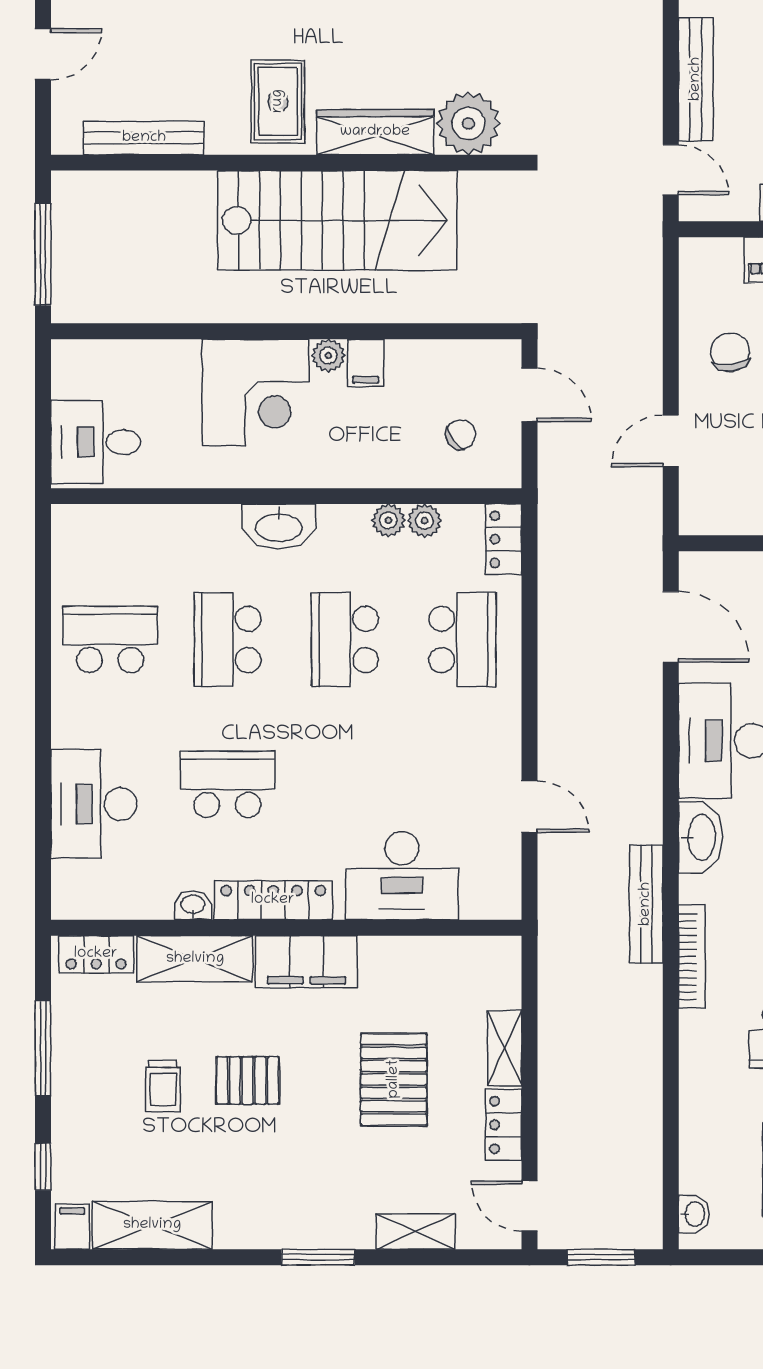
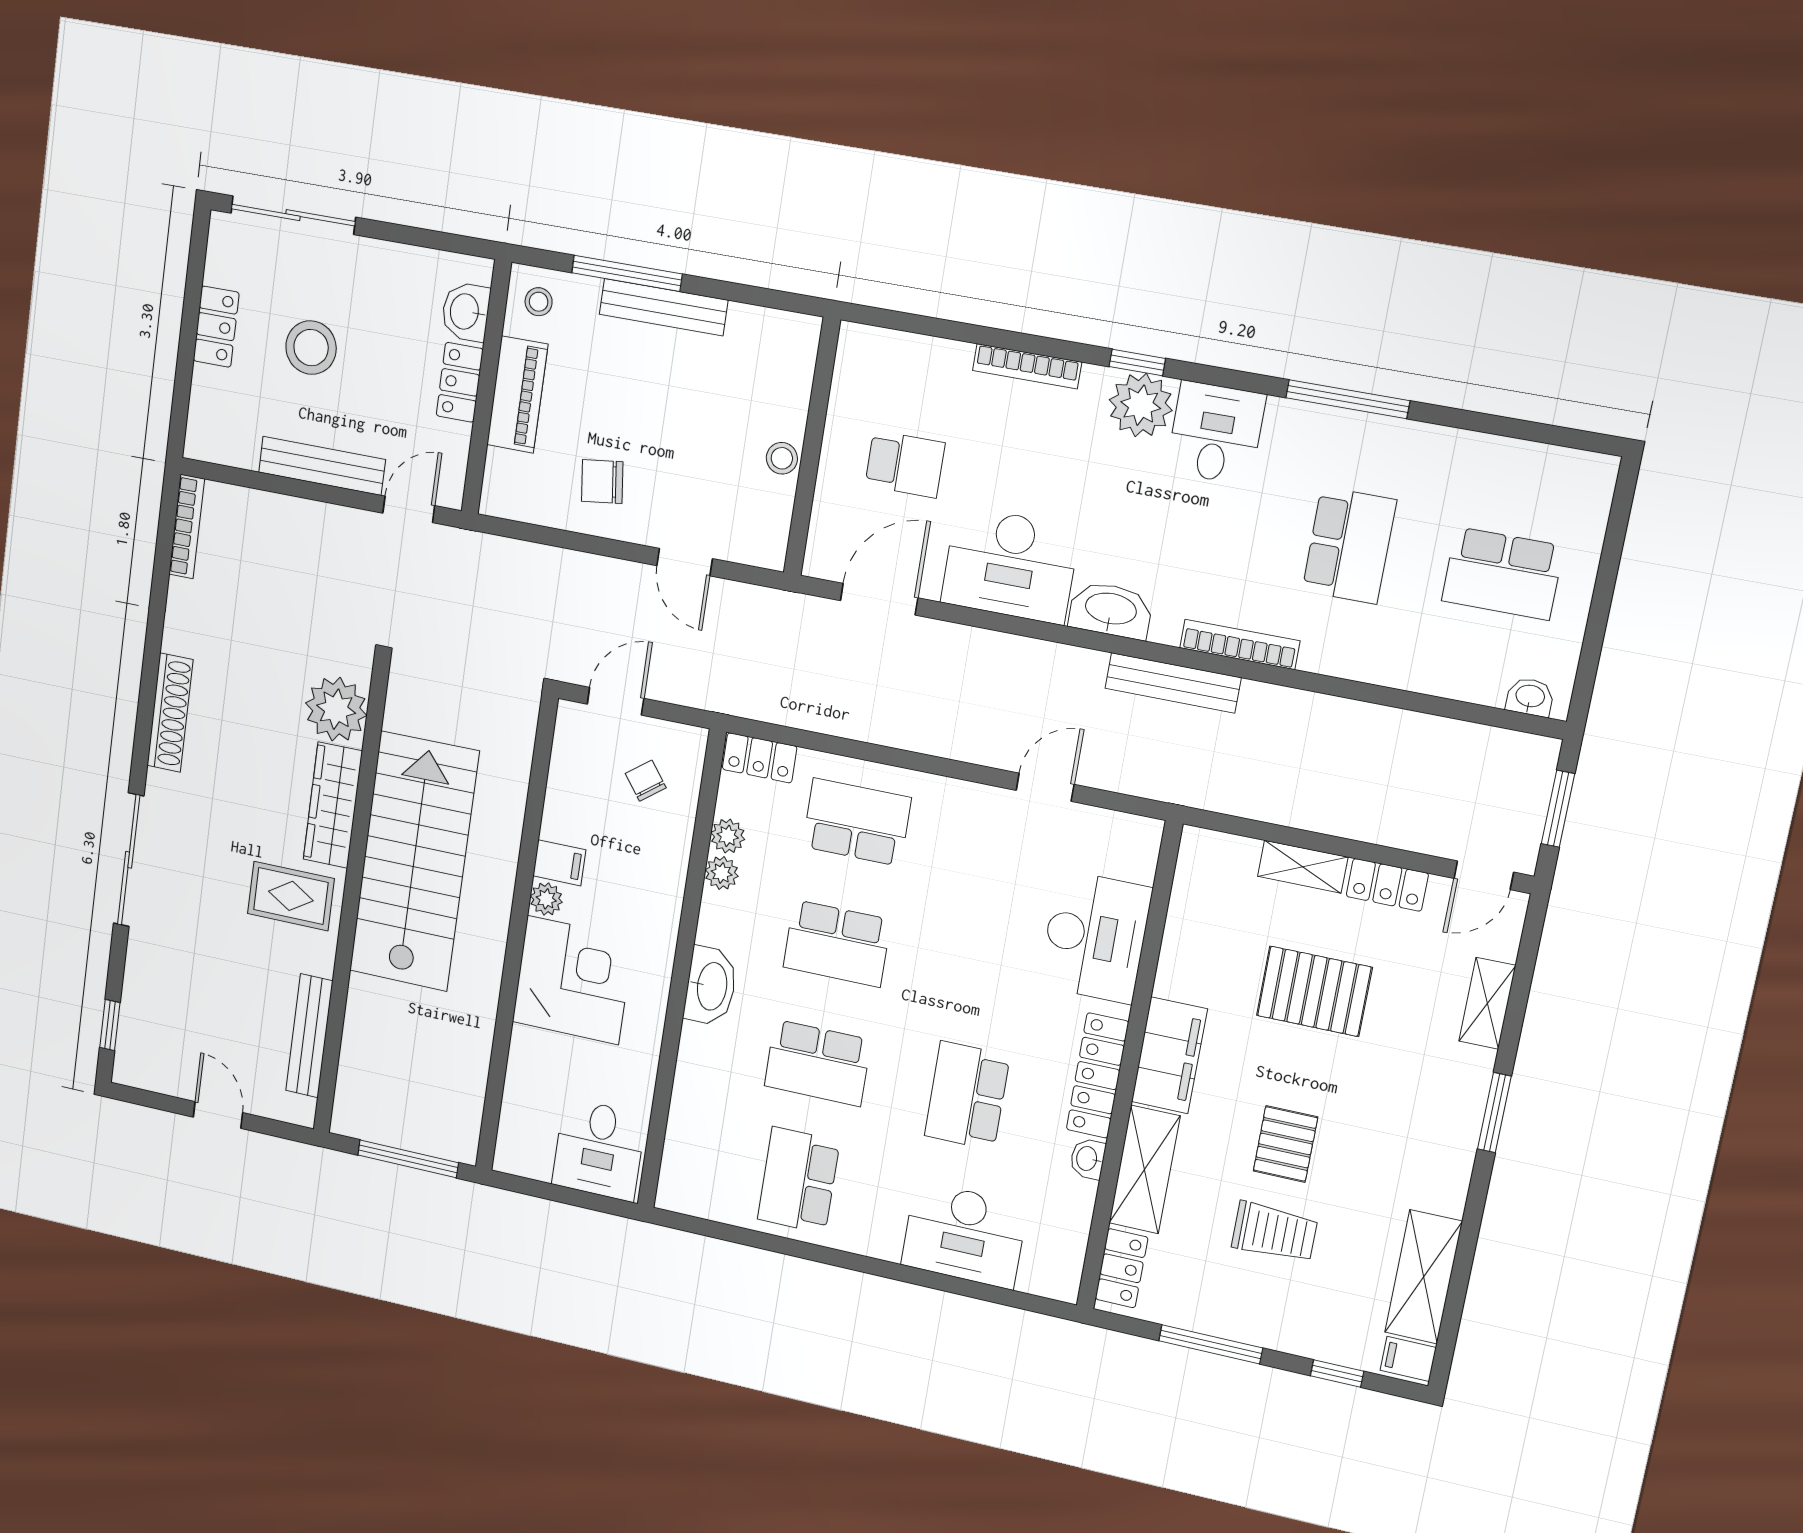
trolley: (163, 1086) -> (1274, 1232), width x1.36, depth x1.39

